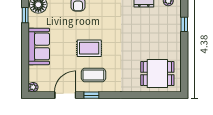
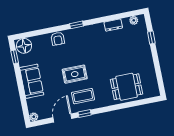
dining table: (157, 74) -> (127, 87), moved

